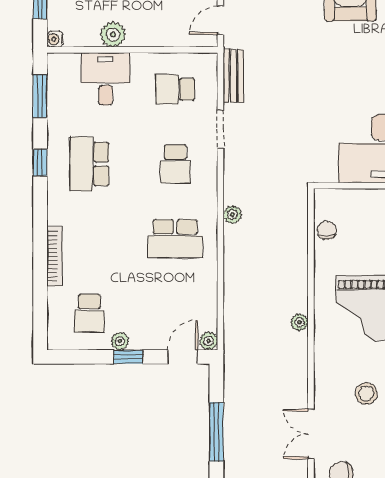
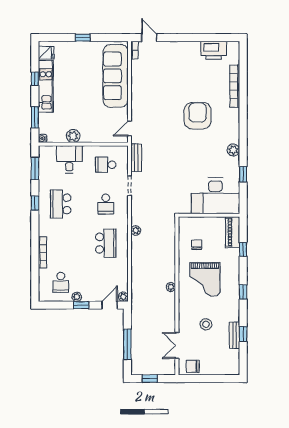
chair: (327, 230) -> (197, 245), moved
school desk: (175, 239) -> (106, 243), turned -90

